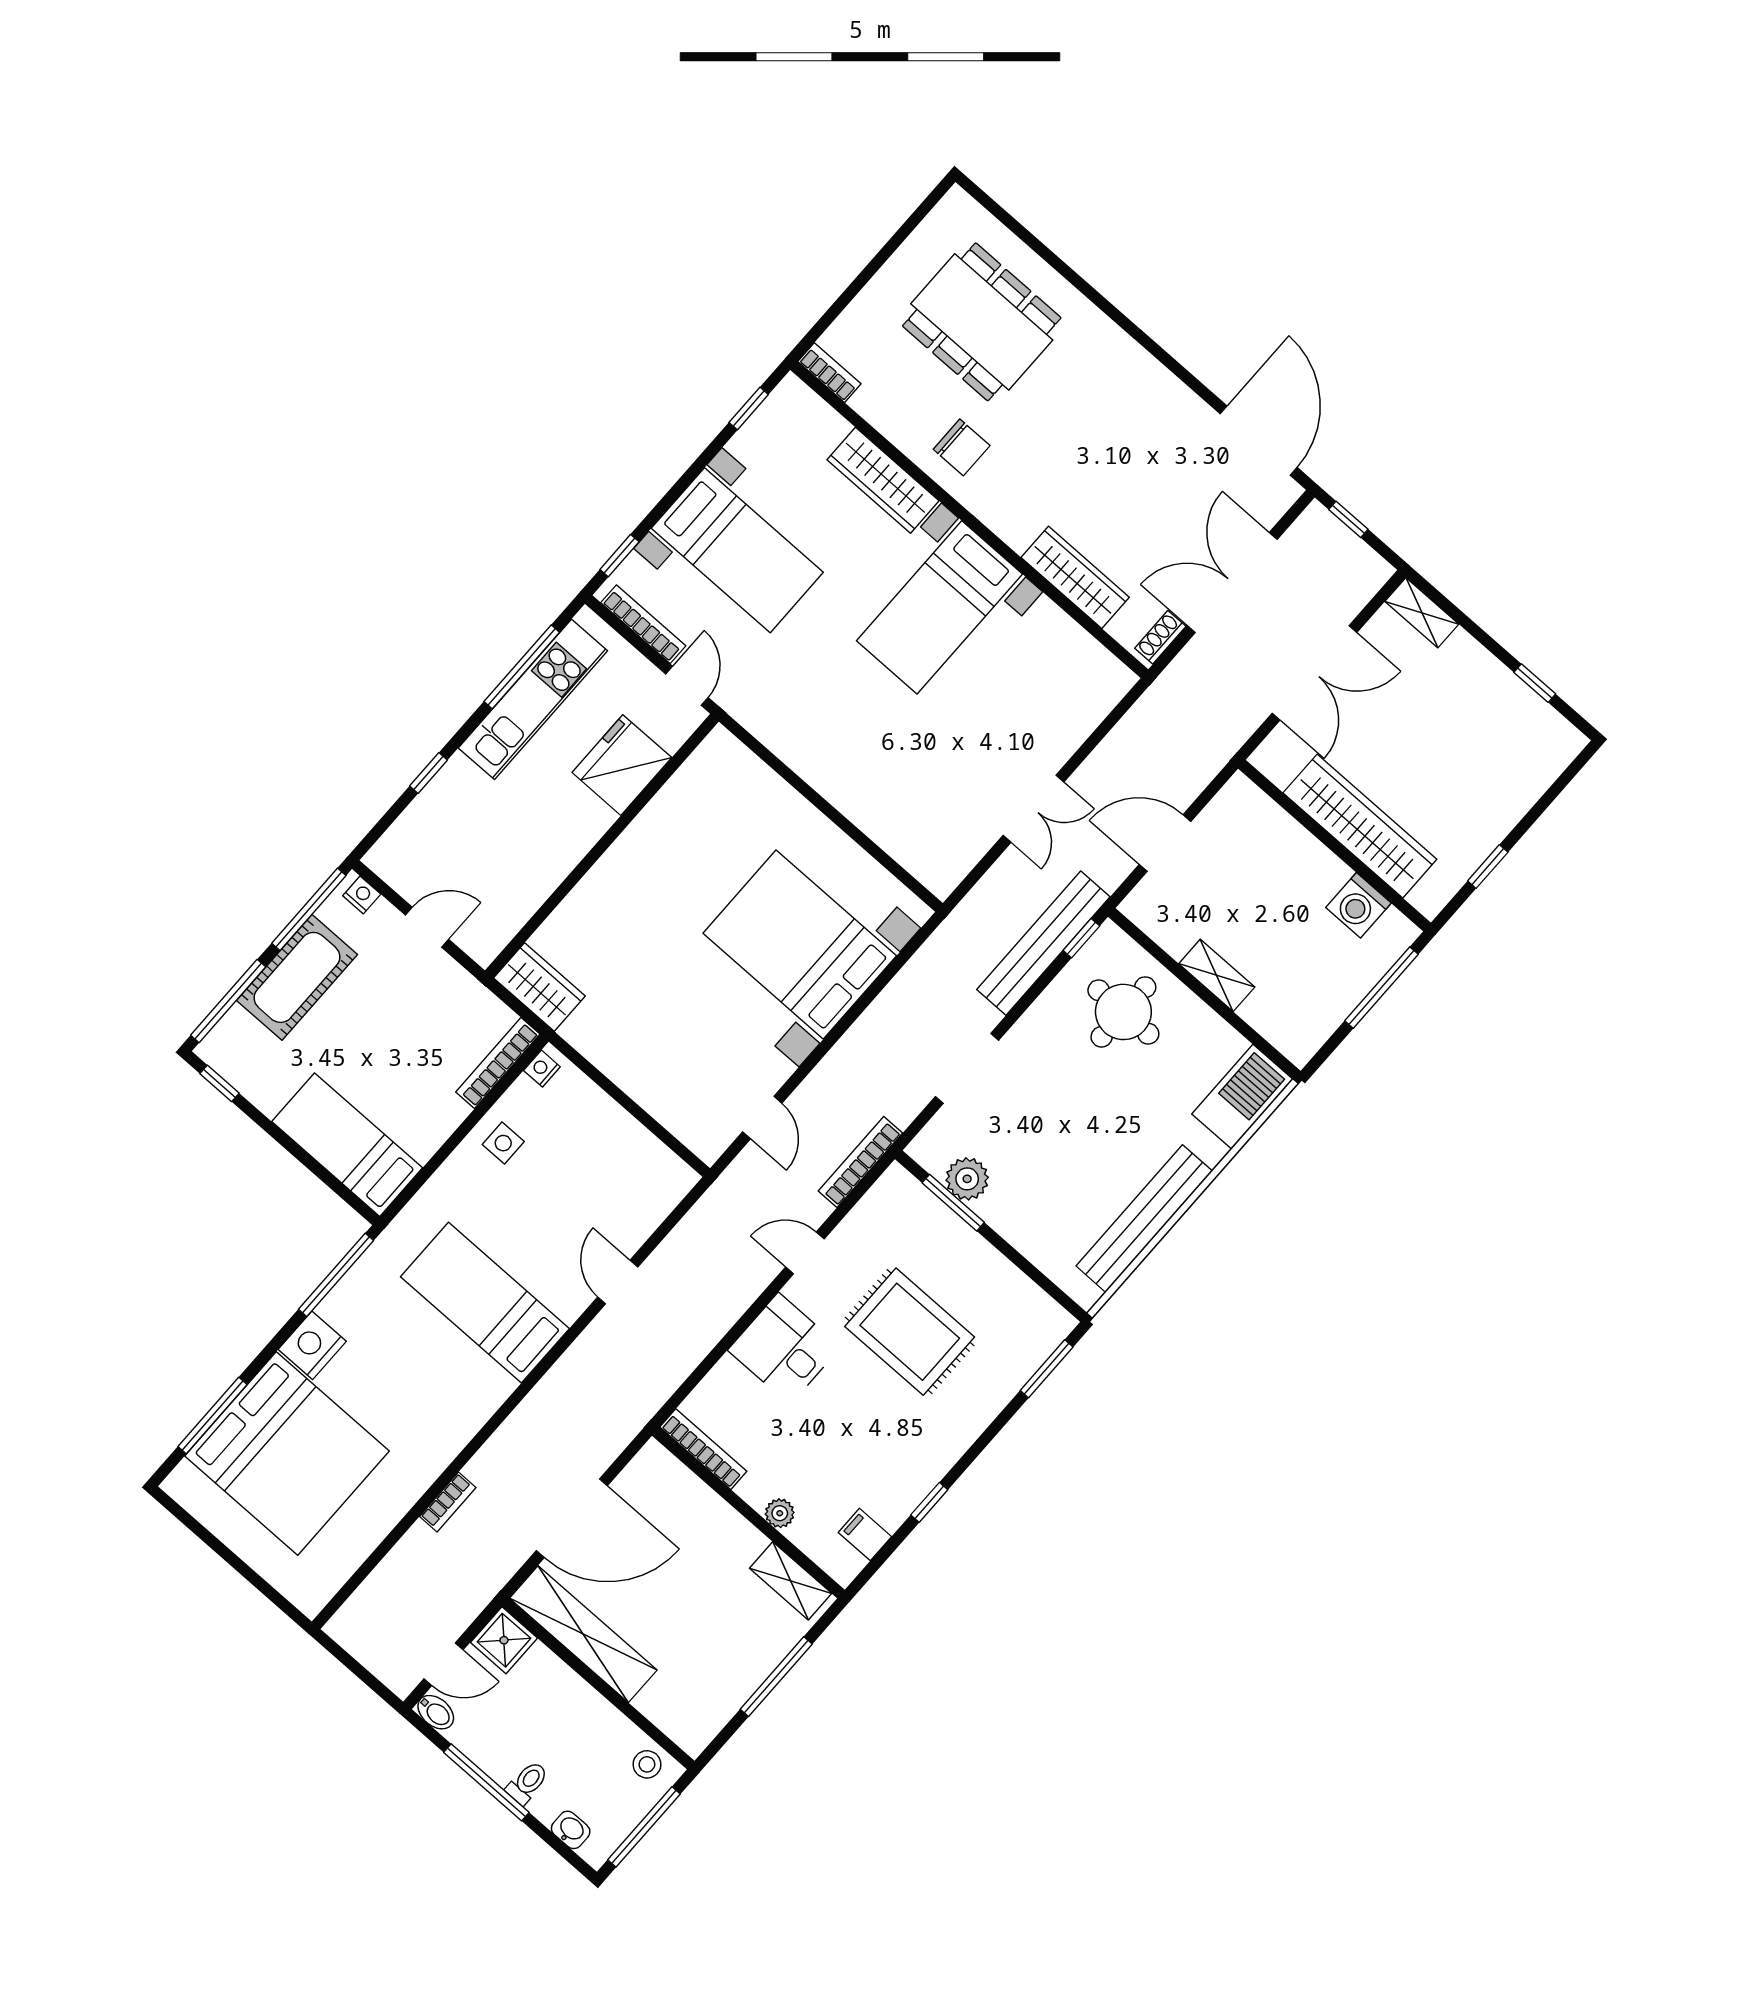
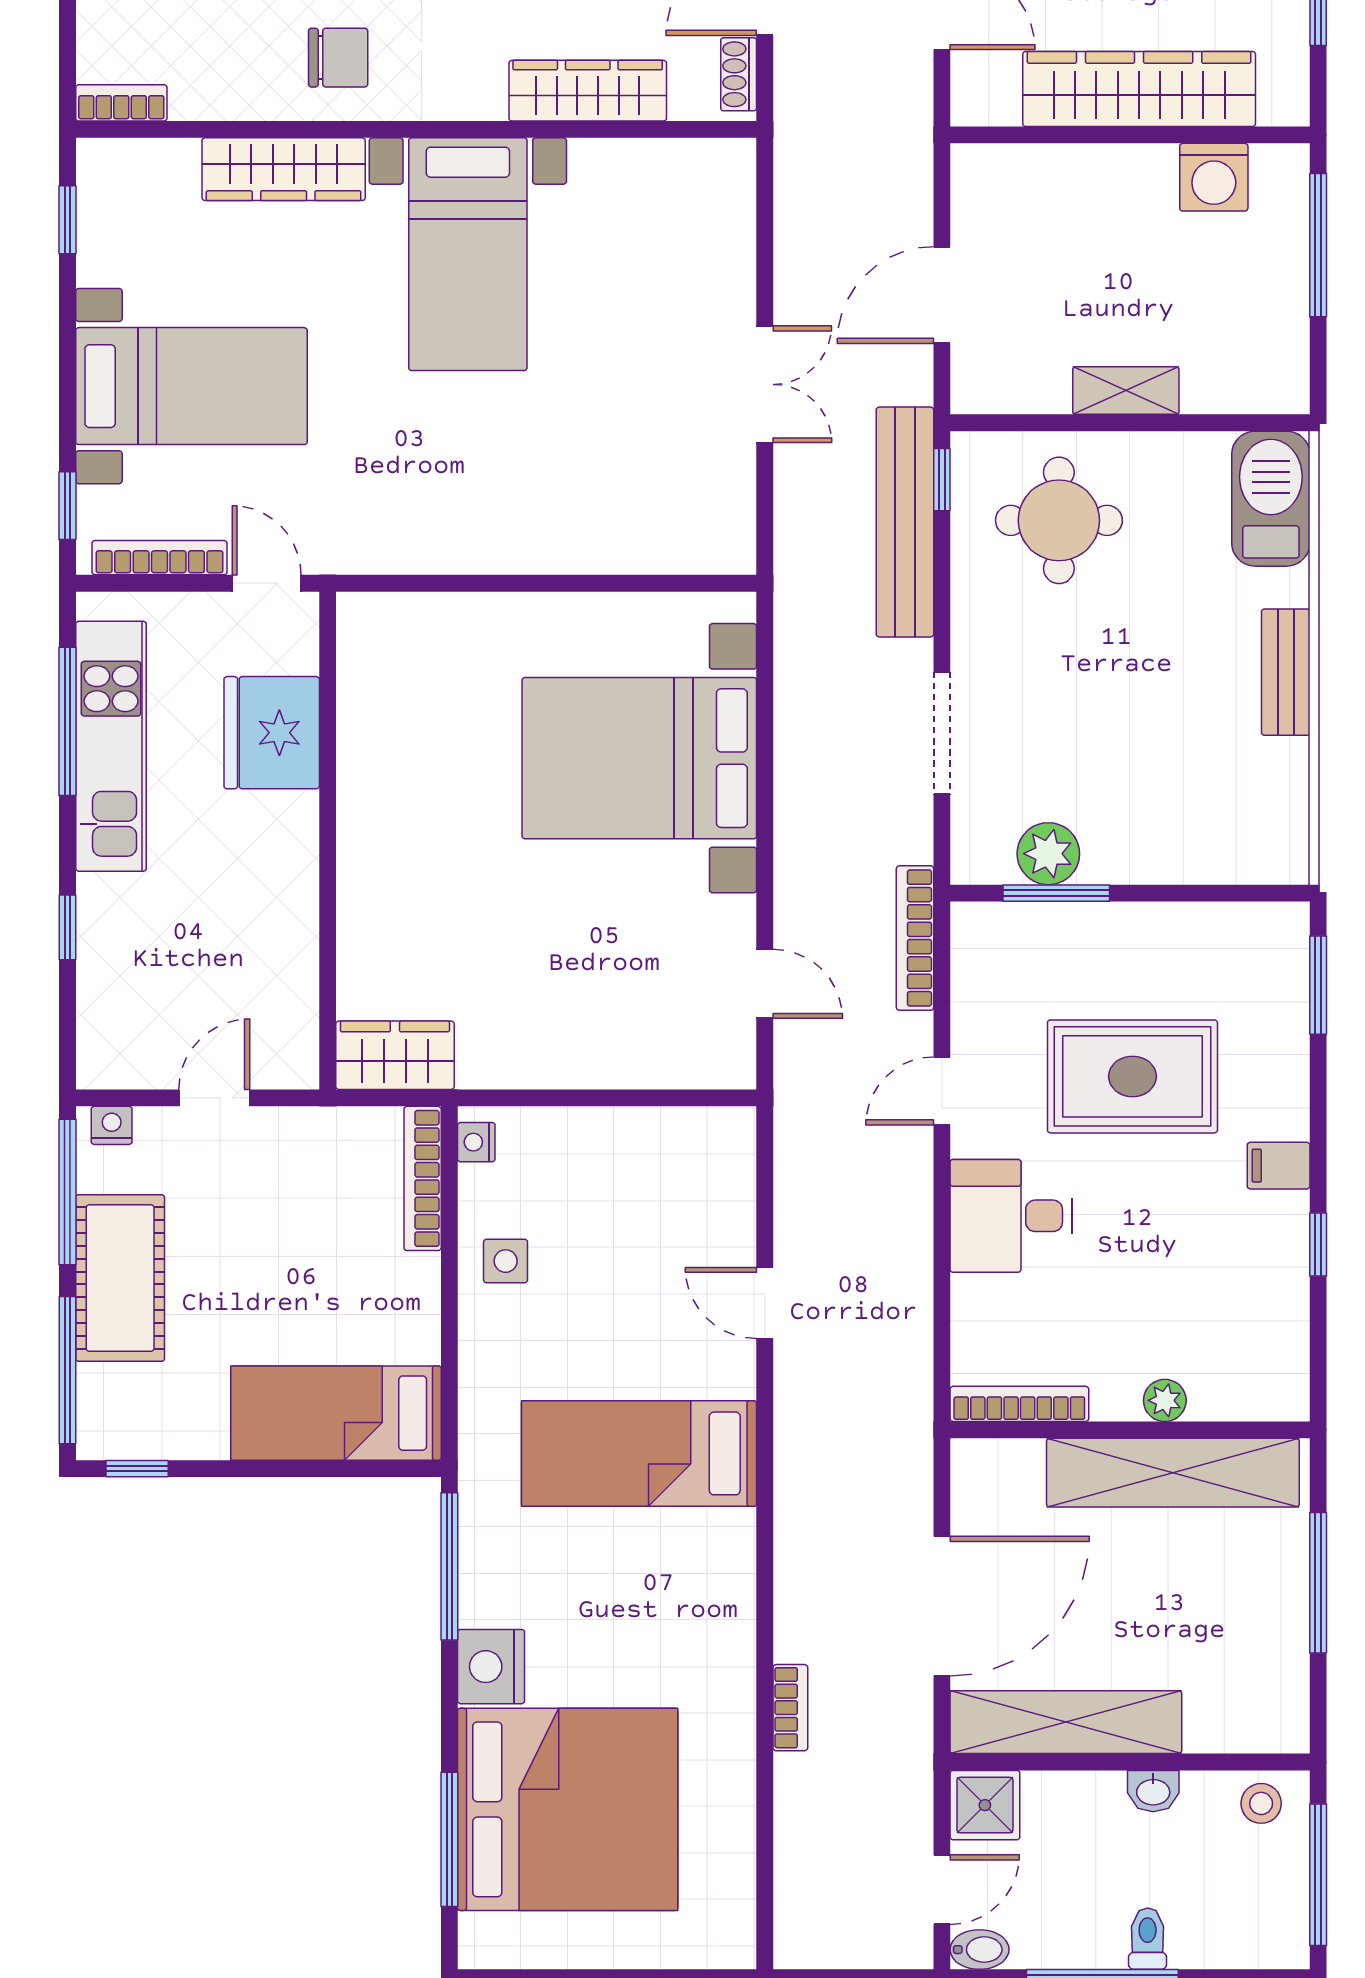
bench: (1144, 1219) -> (1286, 672), width x0.54, depth x0.82
filing cabinet: (865, 1534) -> (1279, 1166), moved
shelving: (791, 1581) -> (1173, 1473), width x2.20, depth x1.33
washbasin: (571, 1830) -> (1153, 1791), moved, turned 180

